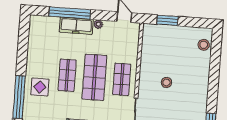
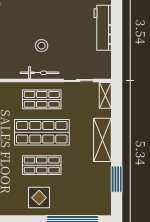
bicycle: (144, 79) -> (40, 73), added
display table: (40, 87) -> (39, 198), moved

